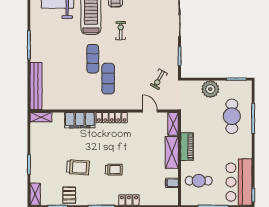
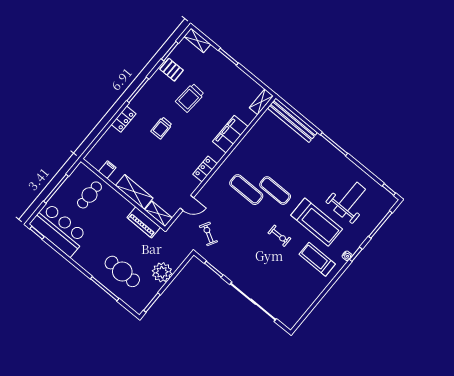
locker: (112, 118) -> (205, 169), width x0.66
piano: (187, 147) -> (144, 222), moved

